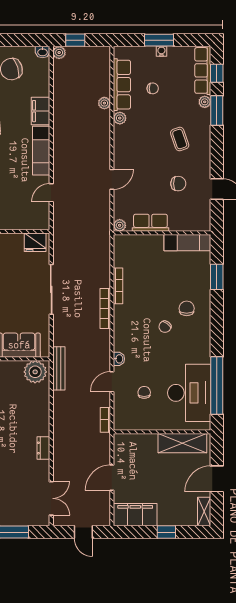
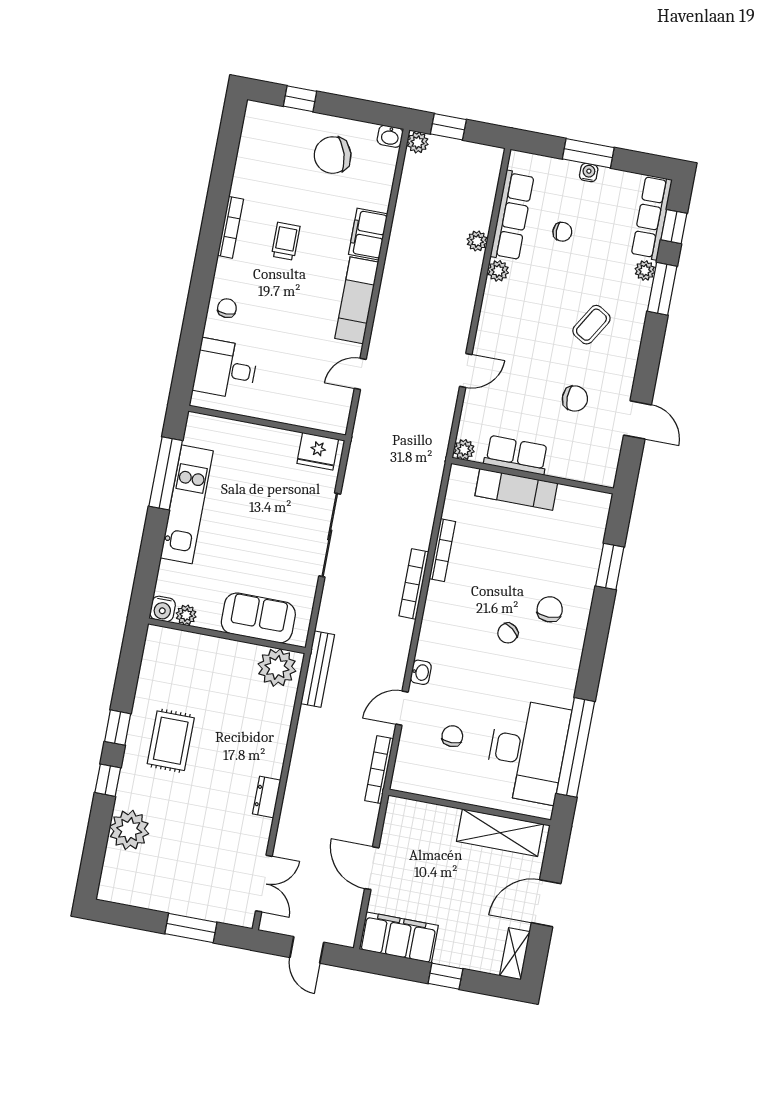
coffee table: (180, 139) -> (591, 325), turned 50
exam couch: (187, 243) -> (516, 489), moved
bookcase: (105, 420) -> (379, 770), width x1.56
door: (112, 478) -> (372, 868), hinge flipped

